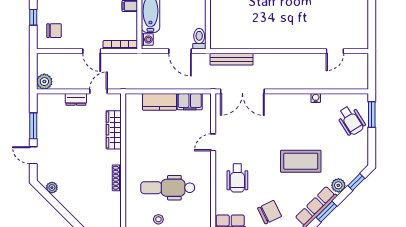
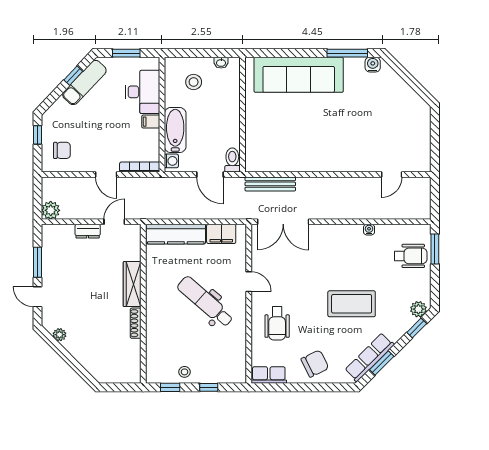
kitchen counter: (159, 102) -> (176, 234), width x1.50
wheelchair: (351, 120) -> (411, 256), turned -58
wardrobe: (114, 130) -> (132, 284), moved
door: (213, 142) -> (249, 282), swing flipped
plant: (338, 185) -> (418, 309), moved
dental chair: (168, 188) -> (205, 302), moved, turned 41

